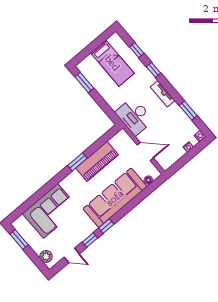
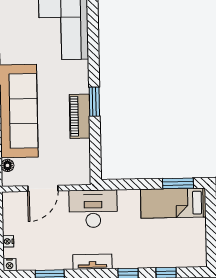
bed: (112, 63) -> (173, 203), moved
piano: (97, 161) -> (80, 116), width x0.73, depth x0.75

